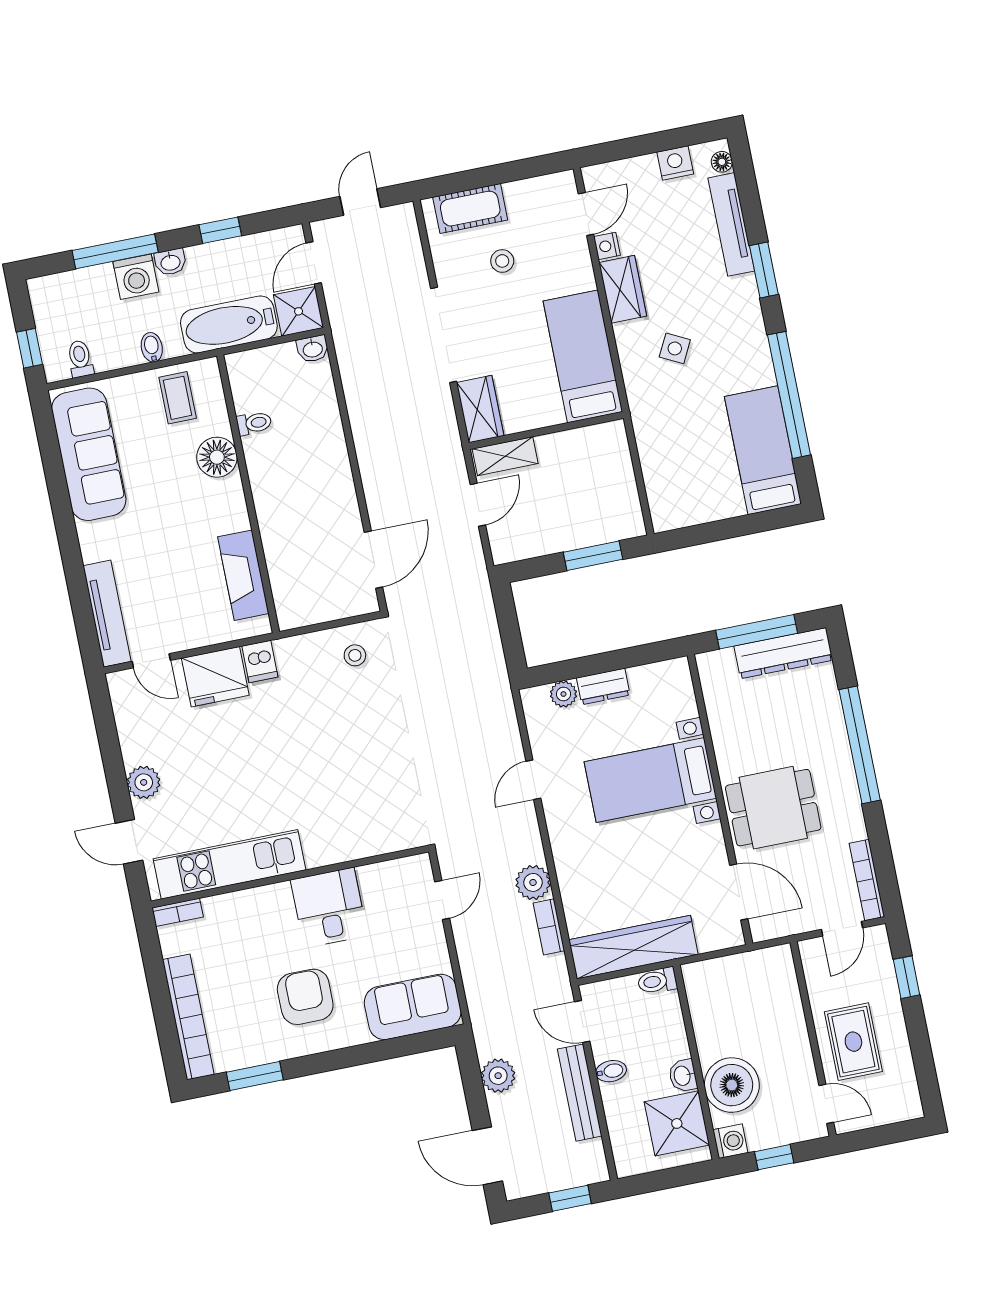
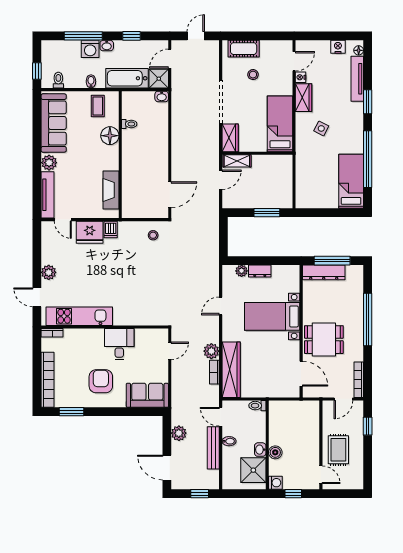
plant: (96, 543) -> (49, 163), added
dresser: (783, 653) -> (324, 272), moved
wardrobe: (633, 947) -> (231, 370), moved, turned 90
boiler: (732, 1085) -> (275, 452), width x0.54, depth x0.54

